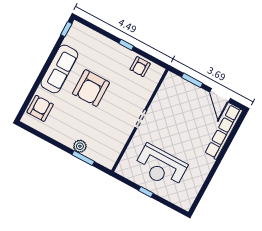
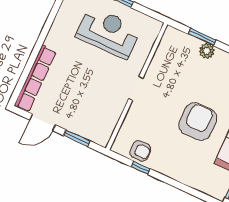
window: (126, 45) -> (141, 168), moved
armchair: (140, 67) -> (140, 151), turned 90
door: (220, 95) -> (42, 122), swing flipped

